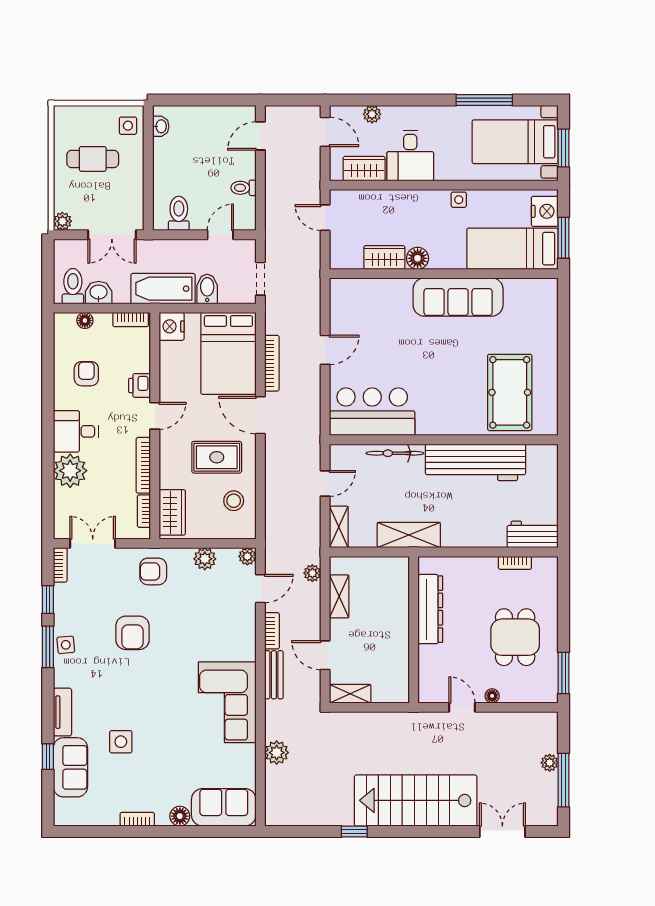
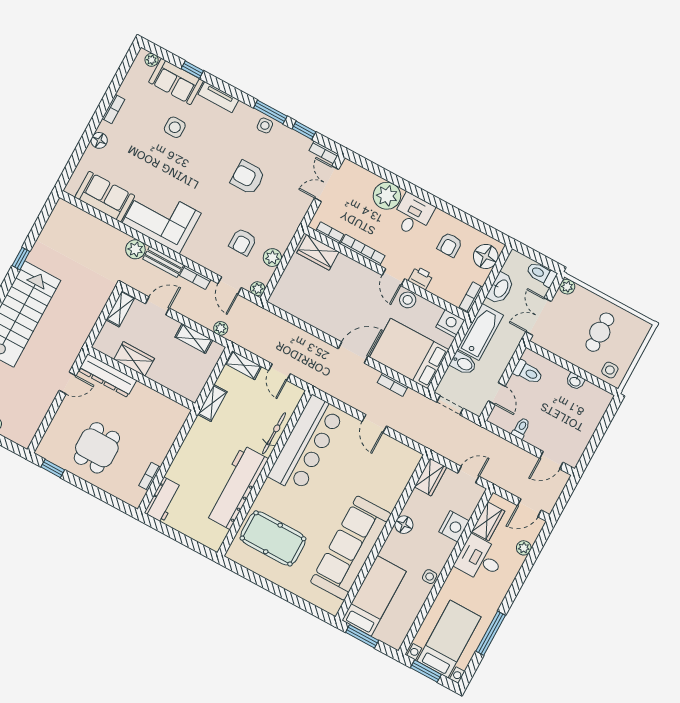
washbasin: (161, 126) -> (575, 381), moved
door: (260, 136) -> (551, 460), swing flipped
nightstand: (545, 211) -> (454, 526), moved, turned -90
wardrobe: (384, 257) -> (431, 477), moved
toilet: (73, 286) -> (541, 274), moved, turned 180
washbasin: (99, 293) -> (501, 288), width x1.38
sofa: (458, 297) -> (351, 548), width x1.36, depth x1.27
floor lamp: (85, 320) -> (486, 256), width x1.89, depth x1.89
bookcase: (272, 363) -> (393, 385), width x0.64
armchair: (86, 374) -> (450, 245), turned 90
bar counter: (372, 412) -> (306, 444), width x1.36
rug: (217, 457) -> (340, 305), removed
stool: (234, 501) -> (408, 300), moved
shelving: (409, 535) -> (212, 403), width x0.67, depth x0.75
double door: (93, 543) -> (327, 184), swing flipped
armchair: (153, 571) -> (243, 242), moved, turned 180
dresser: (430, 609) -> (107, 375), moved
dining table: (515, 637) -> (97, 448), turned 90
wardrobe: (397, 649) -> (134, 359), added
window: (564, 673) -> (53, 468), width x0.67
floor lamp: (492, 696) -> (64, 409), removed
plant: (277, 753) -> (135, 249), moved
plant: (61, 807) -> (152, 60), added
sofa: (224, 807) -> (105, 197), moved, turned -90

